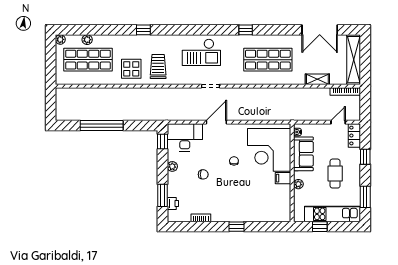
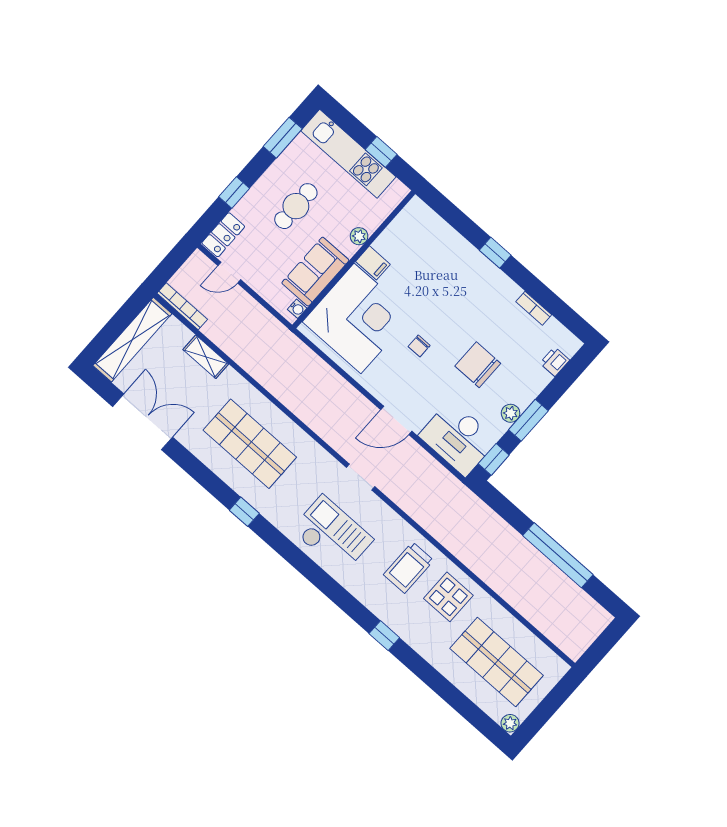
plant: (87, 40) -> (473, 690), removed
chair: (203, 174) -> (478, 365), width x1.87, depth x1.87
window: (162, 195) -> (528, 420), moved

